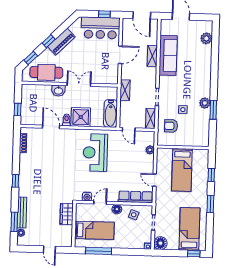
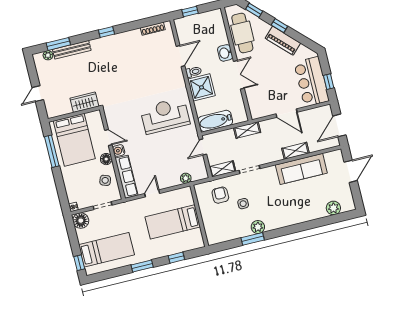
water cooler: (87, 197) -> (119, 151), moved
bed: (94, 230) -> (74, 140), width x1.50

